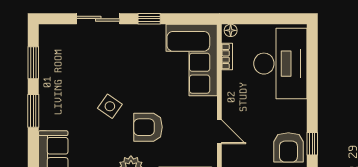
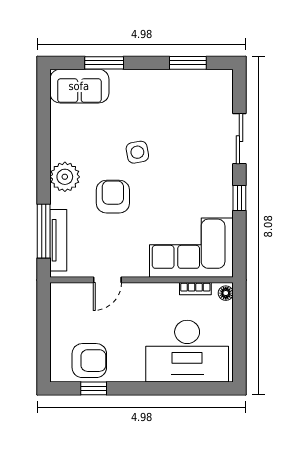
side table: (110, 106) -> (137, 152), turned 45
window: (33, 111) -> (104, 63), moved
armchair: (288, 147) -> (89, 361), turned 180

